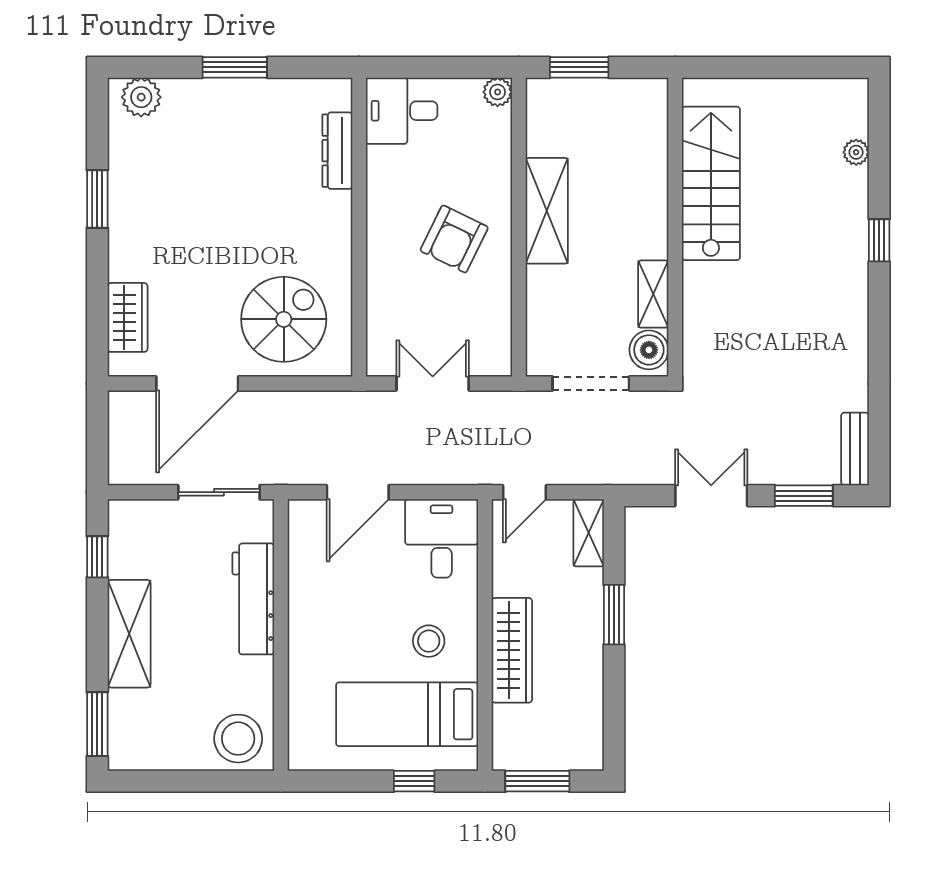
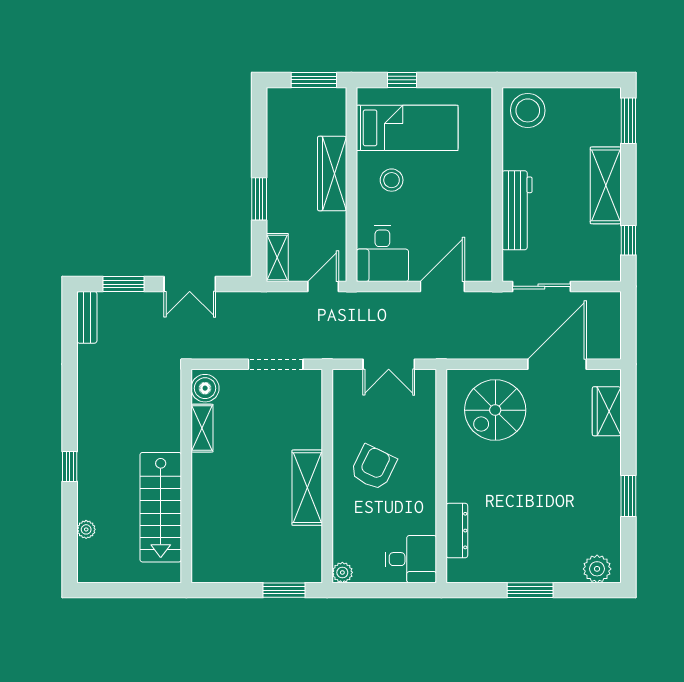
stairs: (711, 183) -> (161, 507), moved
wall: (675, 227) -> (186, 476), moved
shelving: (653, 294) -> (202, 428), moved
boiler: (649, 350) -> (205, 388), moved

